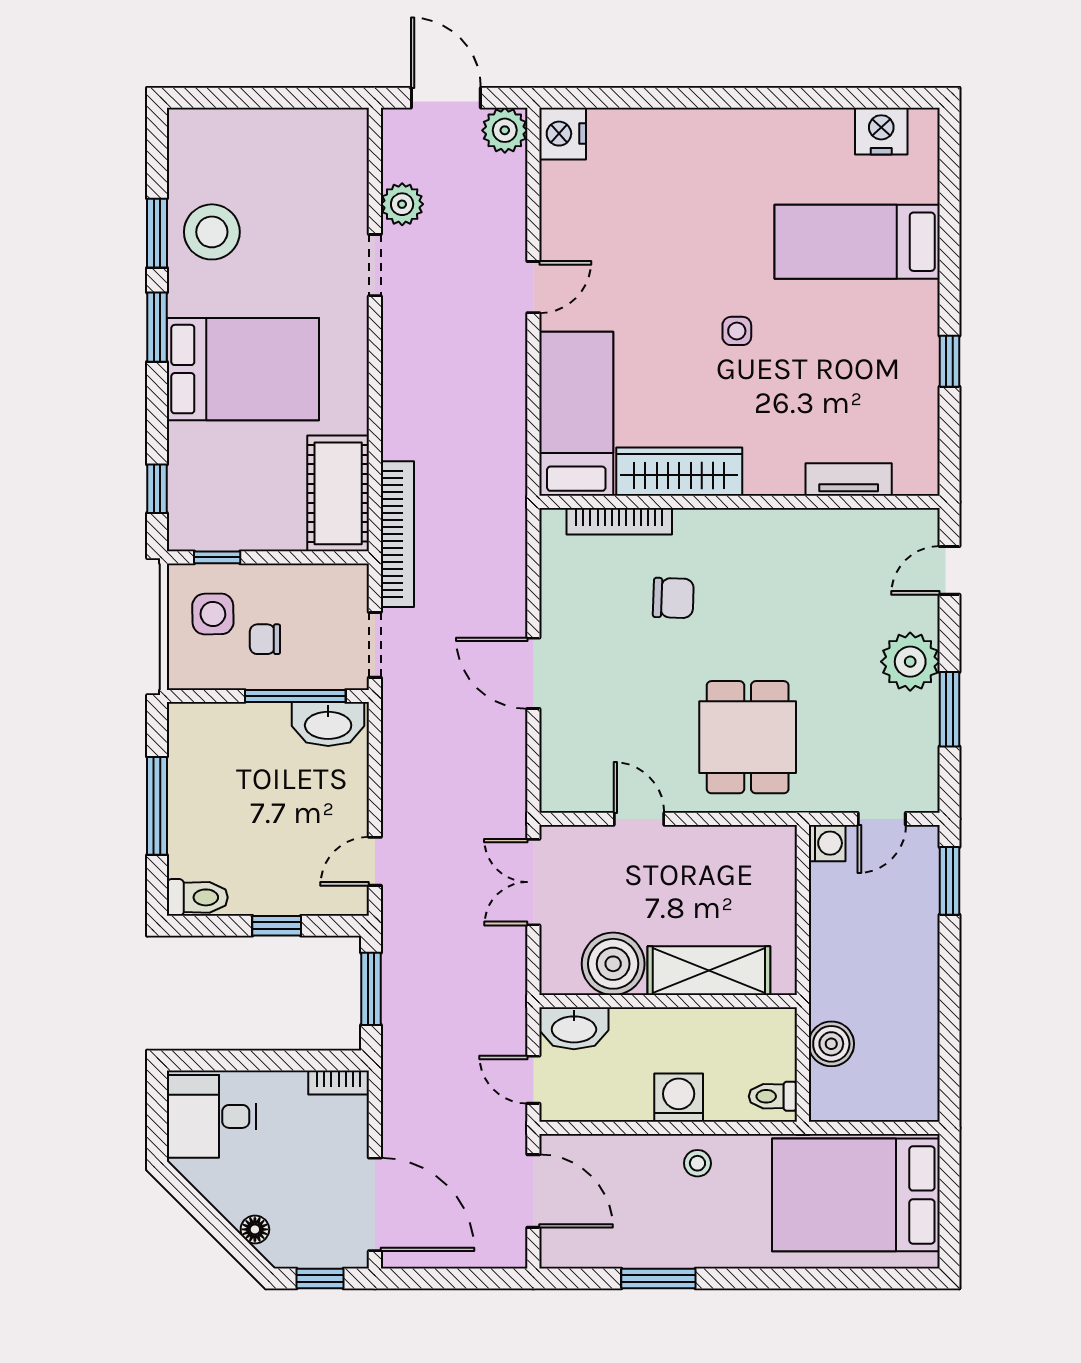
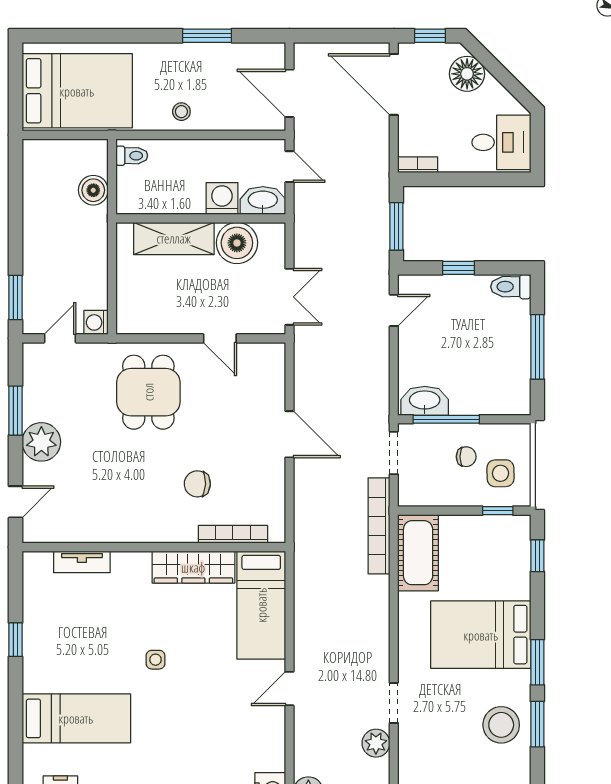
washing machine: (679, 1098) -> (222, 199), moved, turned 180
floor lamp: (255, 1229) -> (467, 74), width x1.89, depth x1.89

